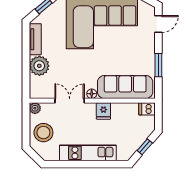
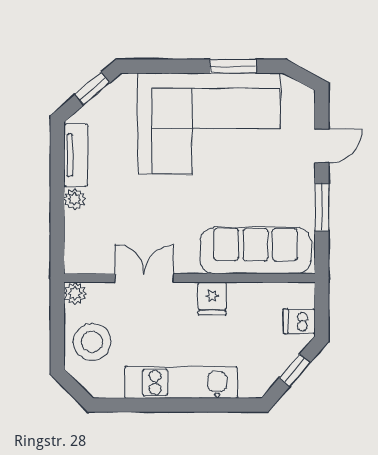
door: (158, 24) -> (322, 146), moved
plant: (39, 66) -> (74, 199), width x0.53, depth x0.53
floor lamp: (92, 94) -> (189, 264), removed
dishwasher: (147, 109) -> (299, 321), moved

